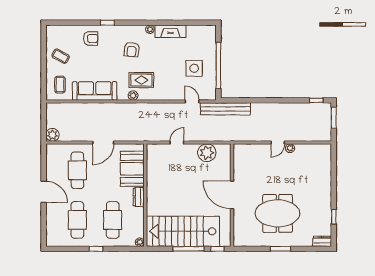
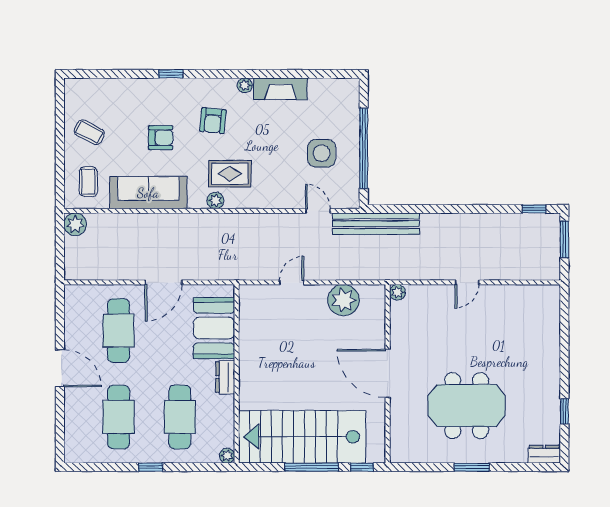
armchair: (91, 38) -> (161, 138), moved
plant: (52, 135) -> (75, 224), moved
plant: (290, 148) -> (397, 292), moved

